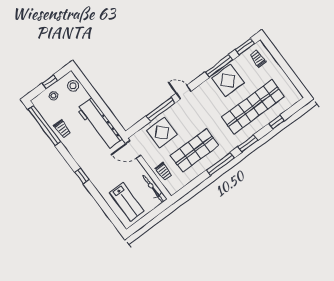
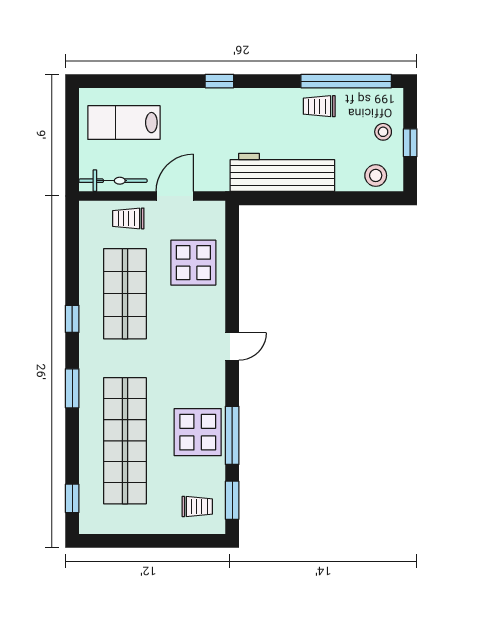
window: (161, 109) -> (232, 289), removed
window: (276, 122) -> (72, 498), moved
door: (133, 149) -> (175, 196), moved
window: (220, 164) -> (72, 319), width x0.46

